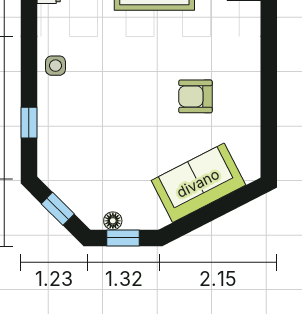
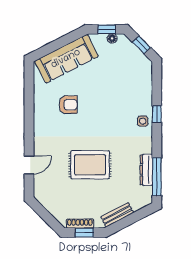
window: (29, 123) -> (157, 114), moved
sofa: (198, 183) -> (66, 59), width x1.36

